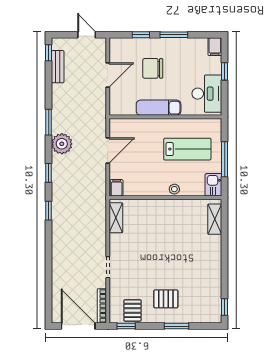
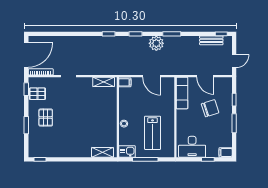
chair: (153, 68) -> (210, 108), turned 72
exam couch: (159, 108) -> (182, 93), moved

